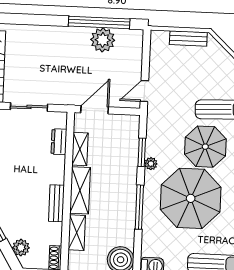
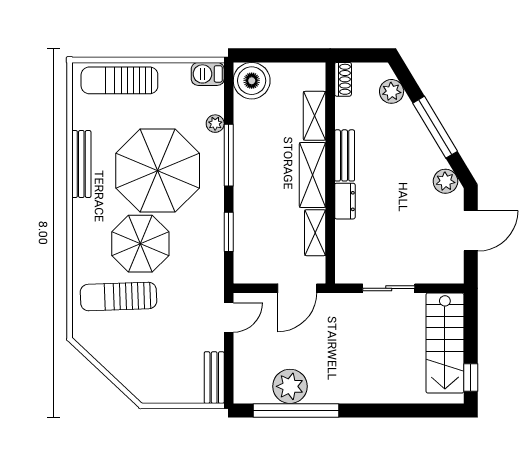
bench: (188, 38) -> (214, 378), moved, turned 90
dresser: (59, 142) -> (345, 201), moved
plant: (151, 164) -> (215, 124), moved

